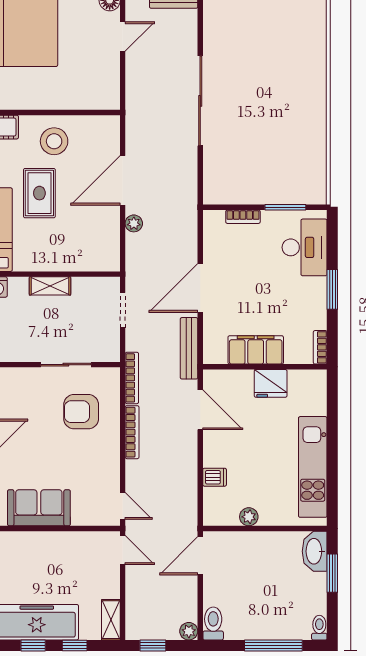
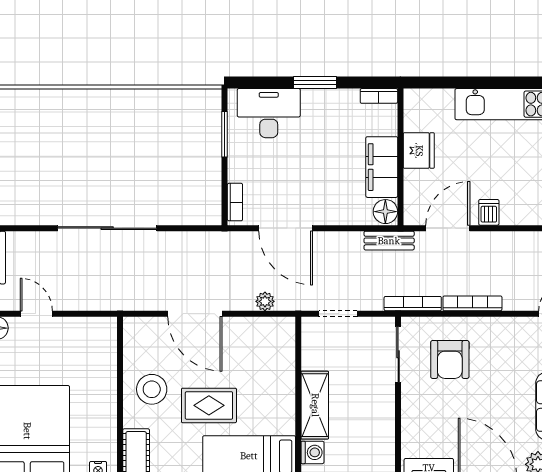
bookcase: (243, 217) -> (235, 202), moved
plant: (134, 223) -> (265, 301), moved
shelving: (50, 286) -> (315, 405), width x1.50, depth x1.33
door: (200, 288) -> (286, 228), moved
bench: (189, 348) -> (389, 241), width x0.73
floor lamp: (215, 353) -> (385, 212), added
sliding door: (66, 365) -> (398, 354), moved
dishwasher: (215, 477) -> (489, 212), moved

